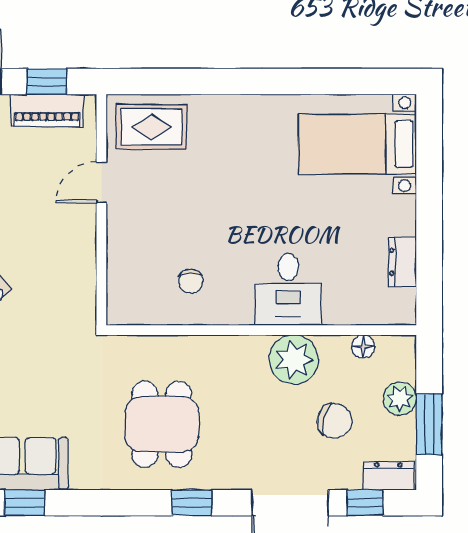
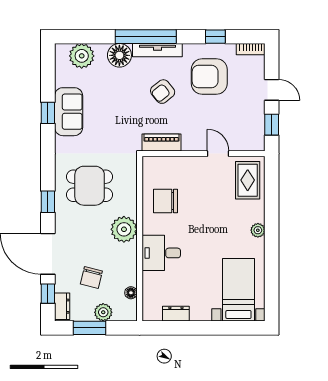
plant: (246, 108) -> (258, 230), added
piano: (47, 110) -> (161, 143), moved, turned 90
chair: (190, 281) -> (166, 201), width x1.87, depth x1.87
plant: (294, 360) -> (124, 229), moved

